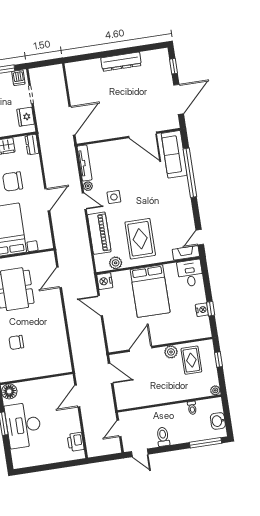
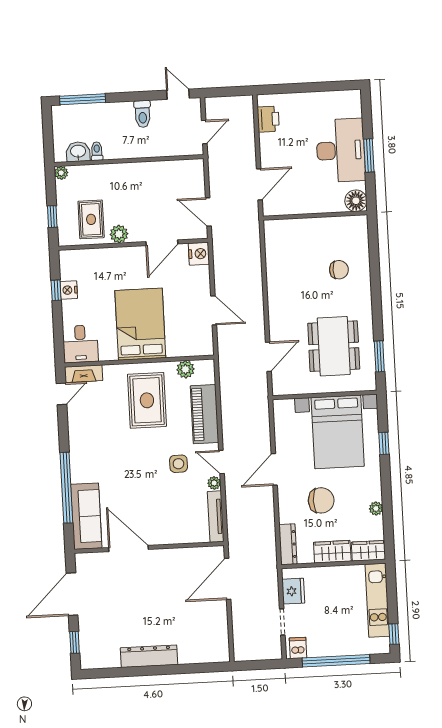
dresser: (32, 145) -> (288, 544), width x1.44
nightstand: (105, 281) -> (199, 254), moved
washbasin: (218, 421) -> (78, 152), moved, turned -90

